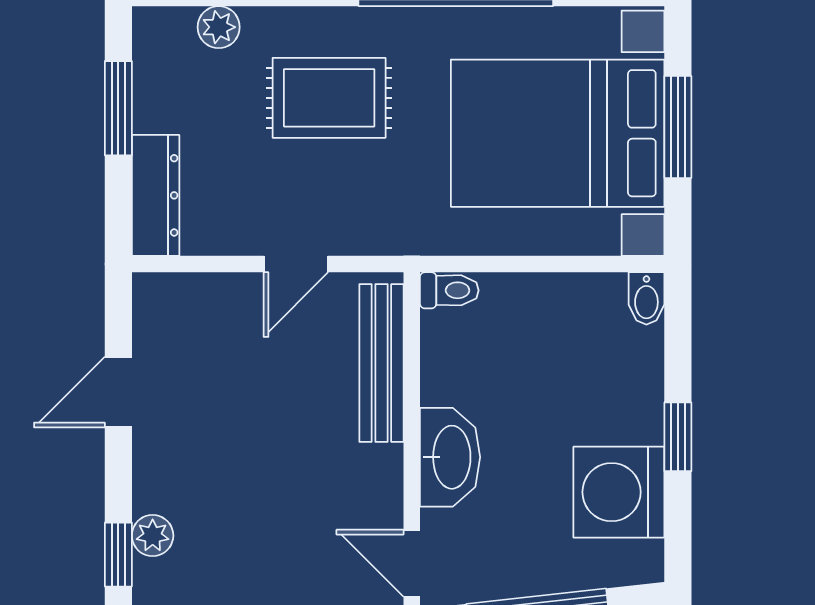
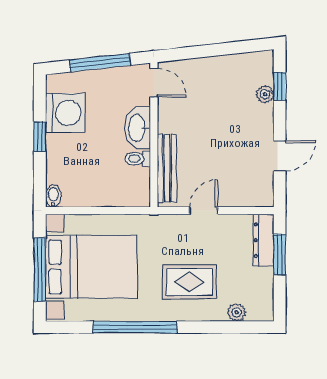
window: (118, 108) -> (280, 255), moved
window: (678, 127) -> (40, 269), width x1.44
toilet: (449, 290) -> (138, 159), moved

